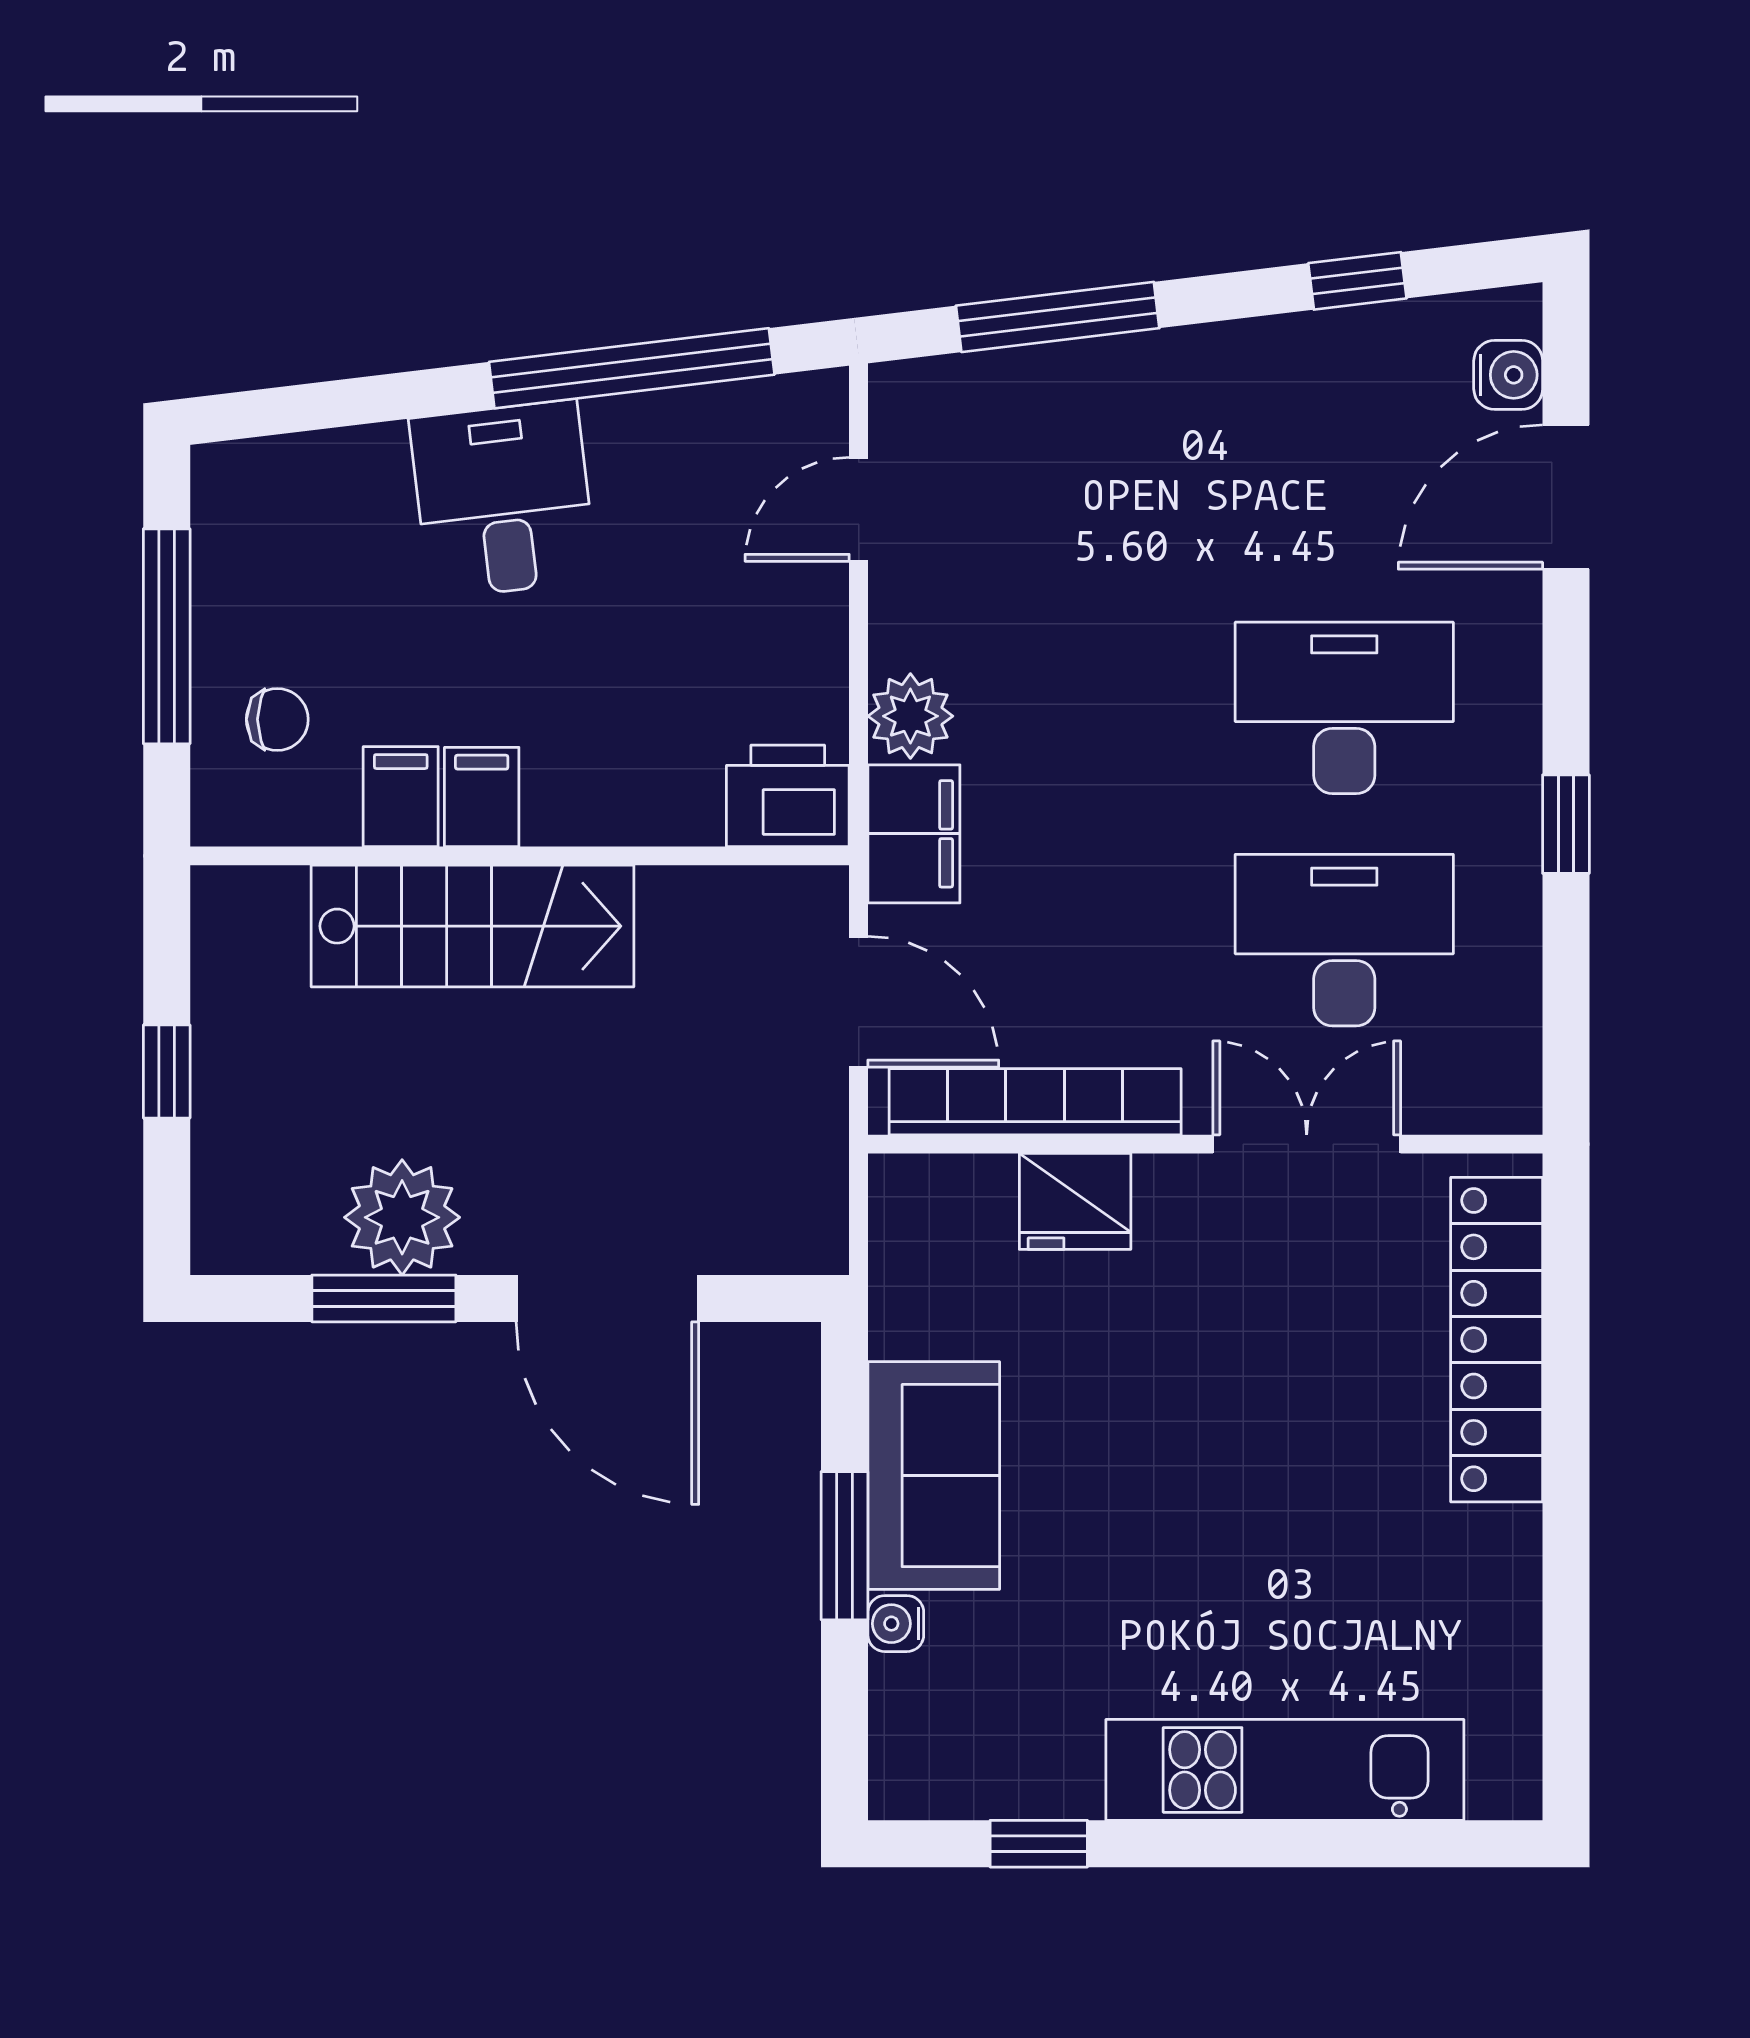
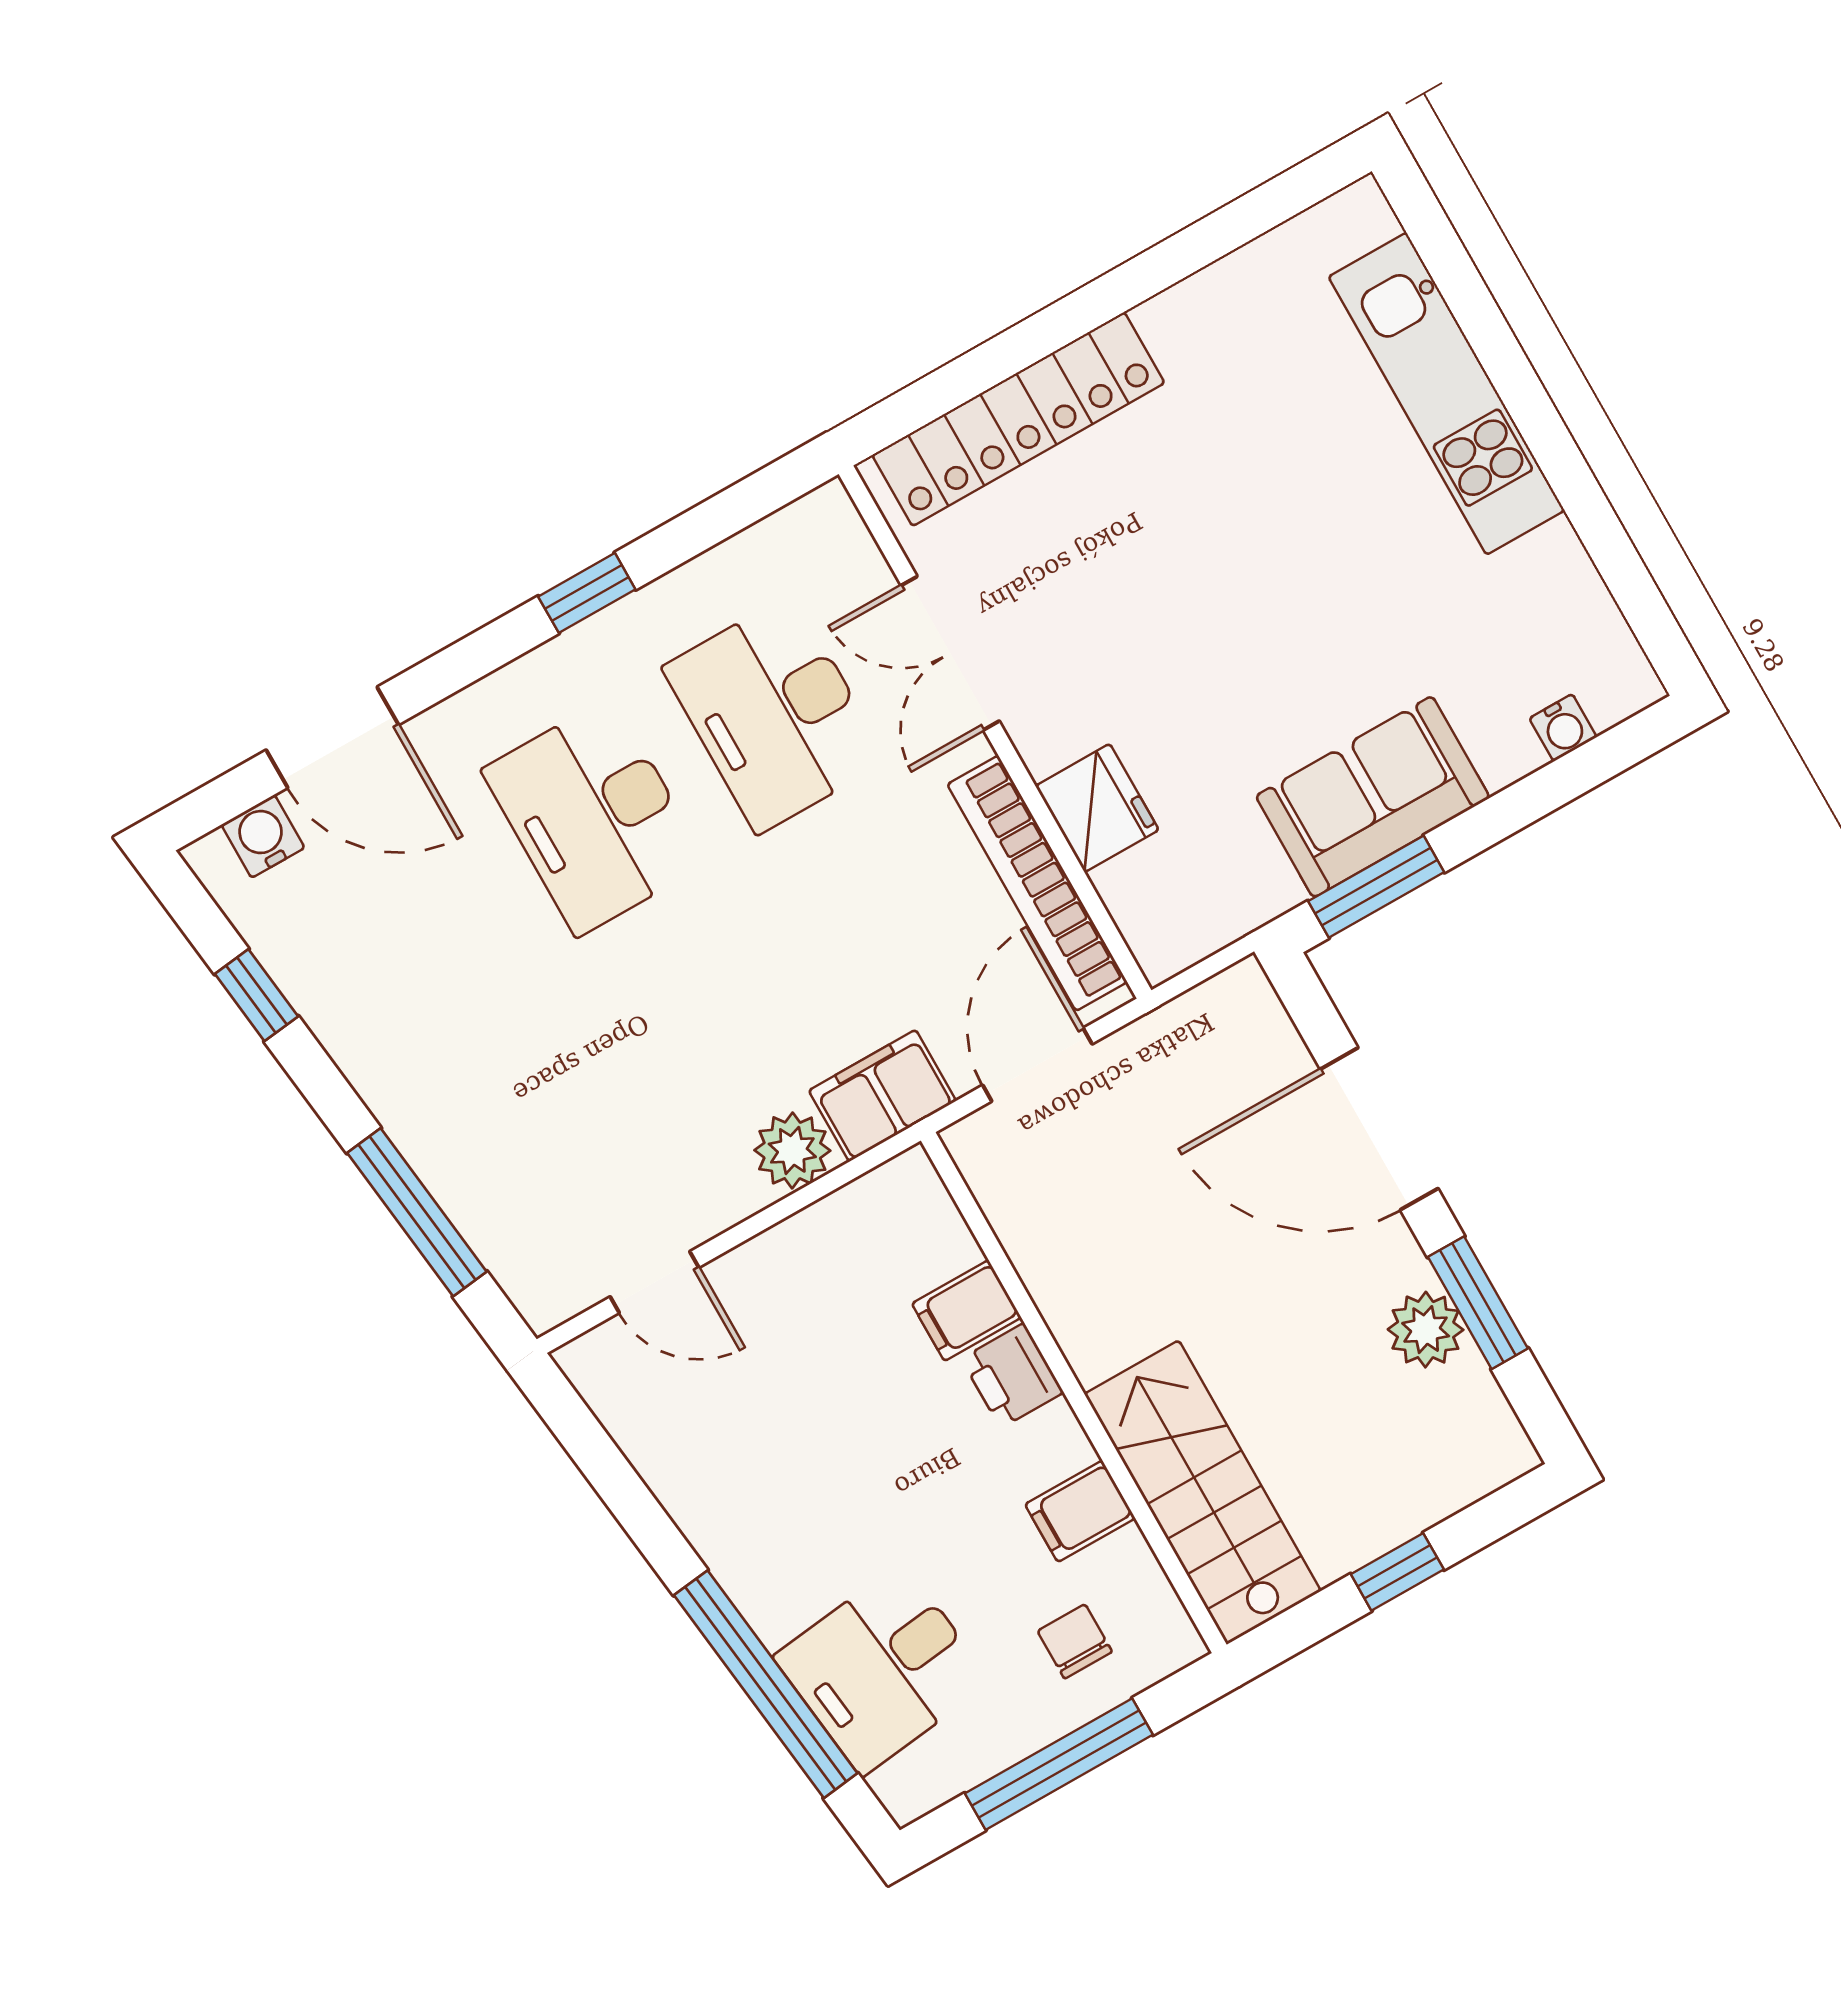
window: (632, 368) -> (766, 1684), moved
desk: (503, 499) -> (882, 1669), moved
printer: (788, 796) -> (1012, 1376), moved, width x0.73, depth x0.81
filing cabinet: (482, 797) -> (966, 1311), moved
stairs: (473, 926) -> (1203, 1492), moved
plant: (402, 1217) -> (1426, 1330), width x0.73, depth x0.73
door: (607, 1298) -> (1379, 1129), swing flipped
window: (844, 1546) -> (1376, 887), moved
water cooler: (896, 1624) -> (1563, 728), moved
window: (1039, 1844) -> (1613, 552), removed

